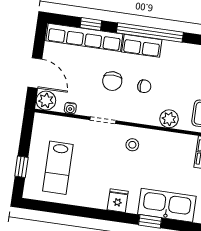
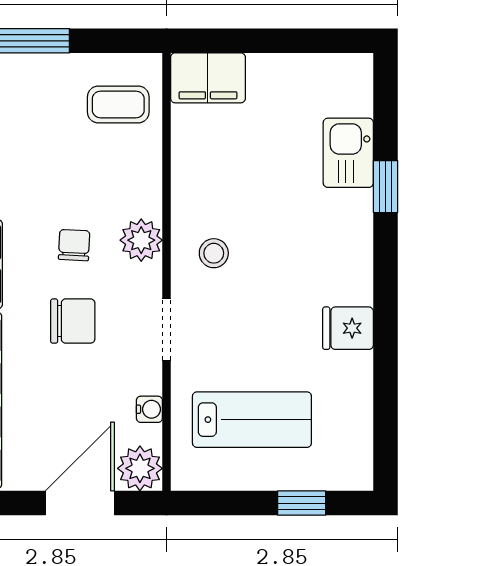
plant: (169, 119) -> (141, 240), moved
lab bench: (58, 168) -> (252, 420), moved
fridge: (118, 201) -> (348, 328), moved
kitchen sink: (167, 205) -> (348, 153), width x0.53, depth x0.81

